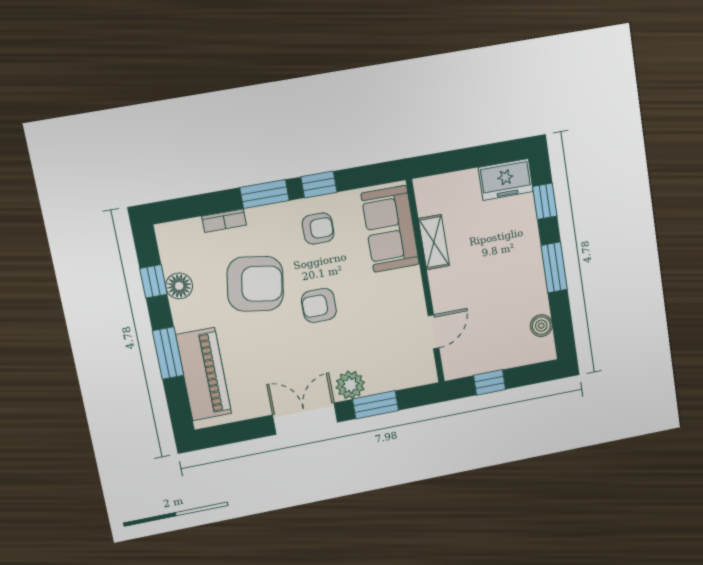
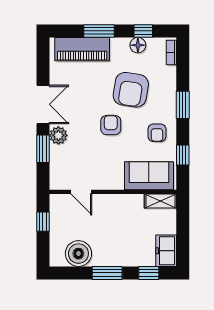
window: (319, 185) -> (183, 155), moved
bookcase: (224, 221) -> (171, 53), moved
shelving: (434, 242) -> (160, 201), moved
boiler: (541, 326) -> (78, 254), width x1.86, depth x1.86

